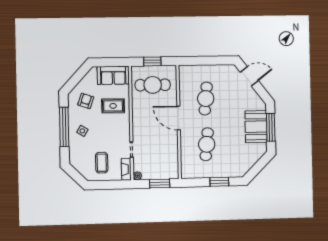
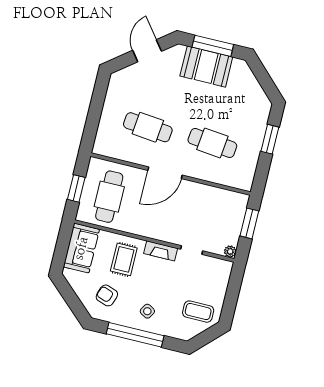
door: (249, 76) -> (147, 51), moved
coffee table: (102, 163) -> (198, 312), moved
fireplace: (126, 169) -> (161, 251), moved

